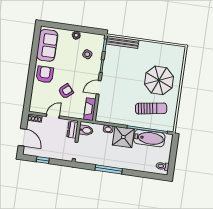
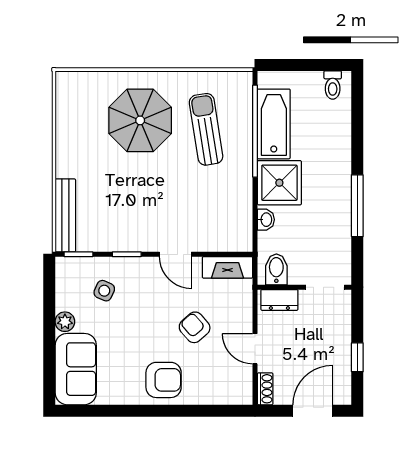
sofa: (47, 45) -> (76, 369), moved, turned 90
armchair: (45, 74) -> (164, 380), turned 180

